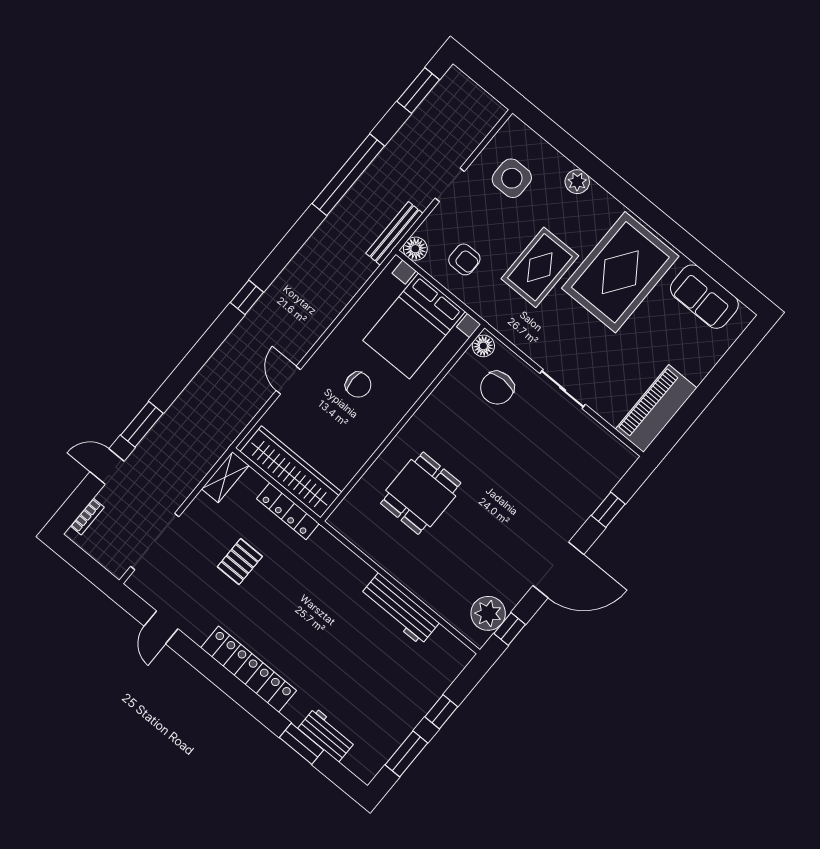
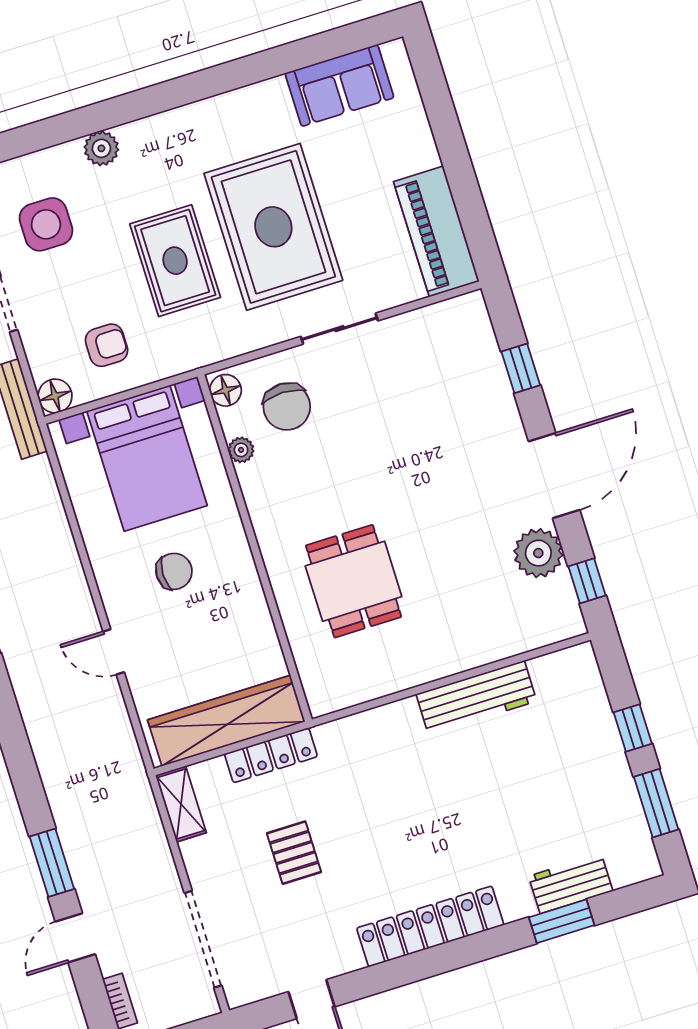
rug: (620, 272) -> (273, 227), moved
plant: (454, 378) -> (241, 450), added
plant: (488, 613) -> (538, 553), moved

